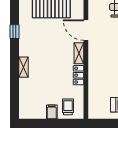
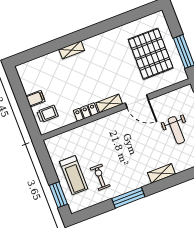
door: (86, 30) -> (137, 101), swing flipped
window: (14, 32) -> (106, 26), removed

